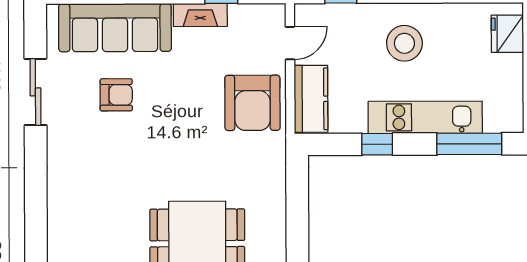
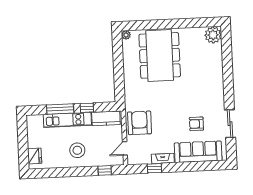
kitchen counter: (311, 99) -> (106, 118), moved, turned -90
window: (469, 144) -> (60, 109), moved

